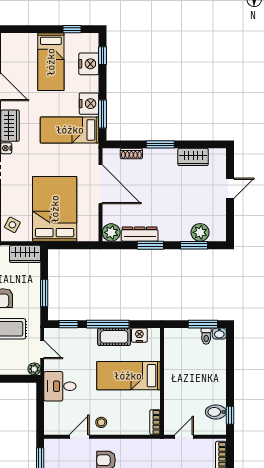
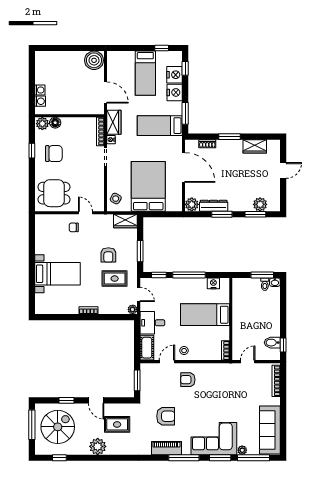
nightstand: (89, 104) -> (175, 92), moved
cot: (114, 337) -> (147, 348), moved, turned 90

